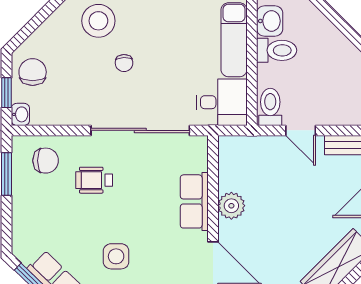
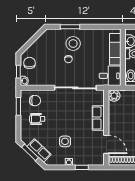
stool: (98, 21) -> (73, 44), moved
wheelchair: (94, 180) -> (37, 119), moved
plant: (231, 206) -> (114, 96), moved

